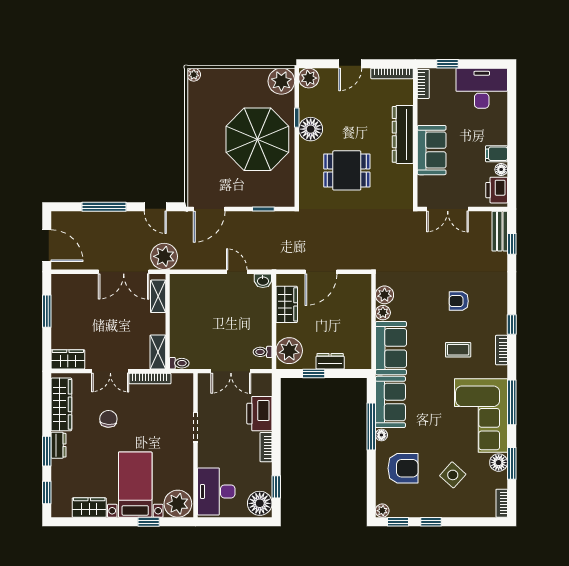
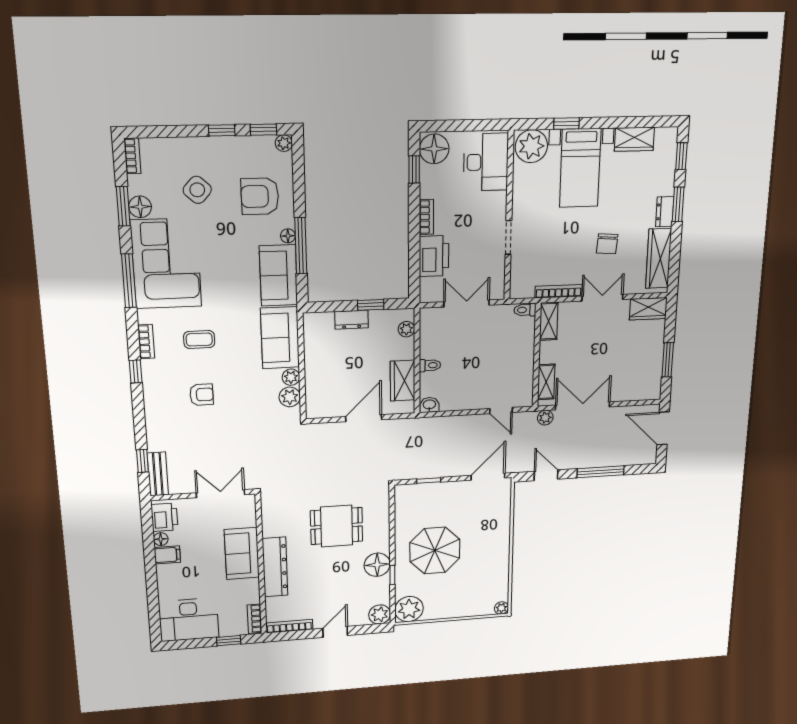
parasol: (257, 139) -> (435, 550), width x0.73, depth x0.73
plant: (164, 256) -> (545, 418), width x0.53, depth x0.53
door: (237, 272) -> (501, 410), moved
plant: (289, 351) -> (406, 329), width x0.53, depth x0.53
toilet: (263, 352) -> (430, 365), moved

